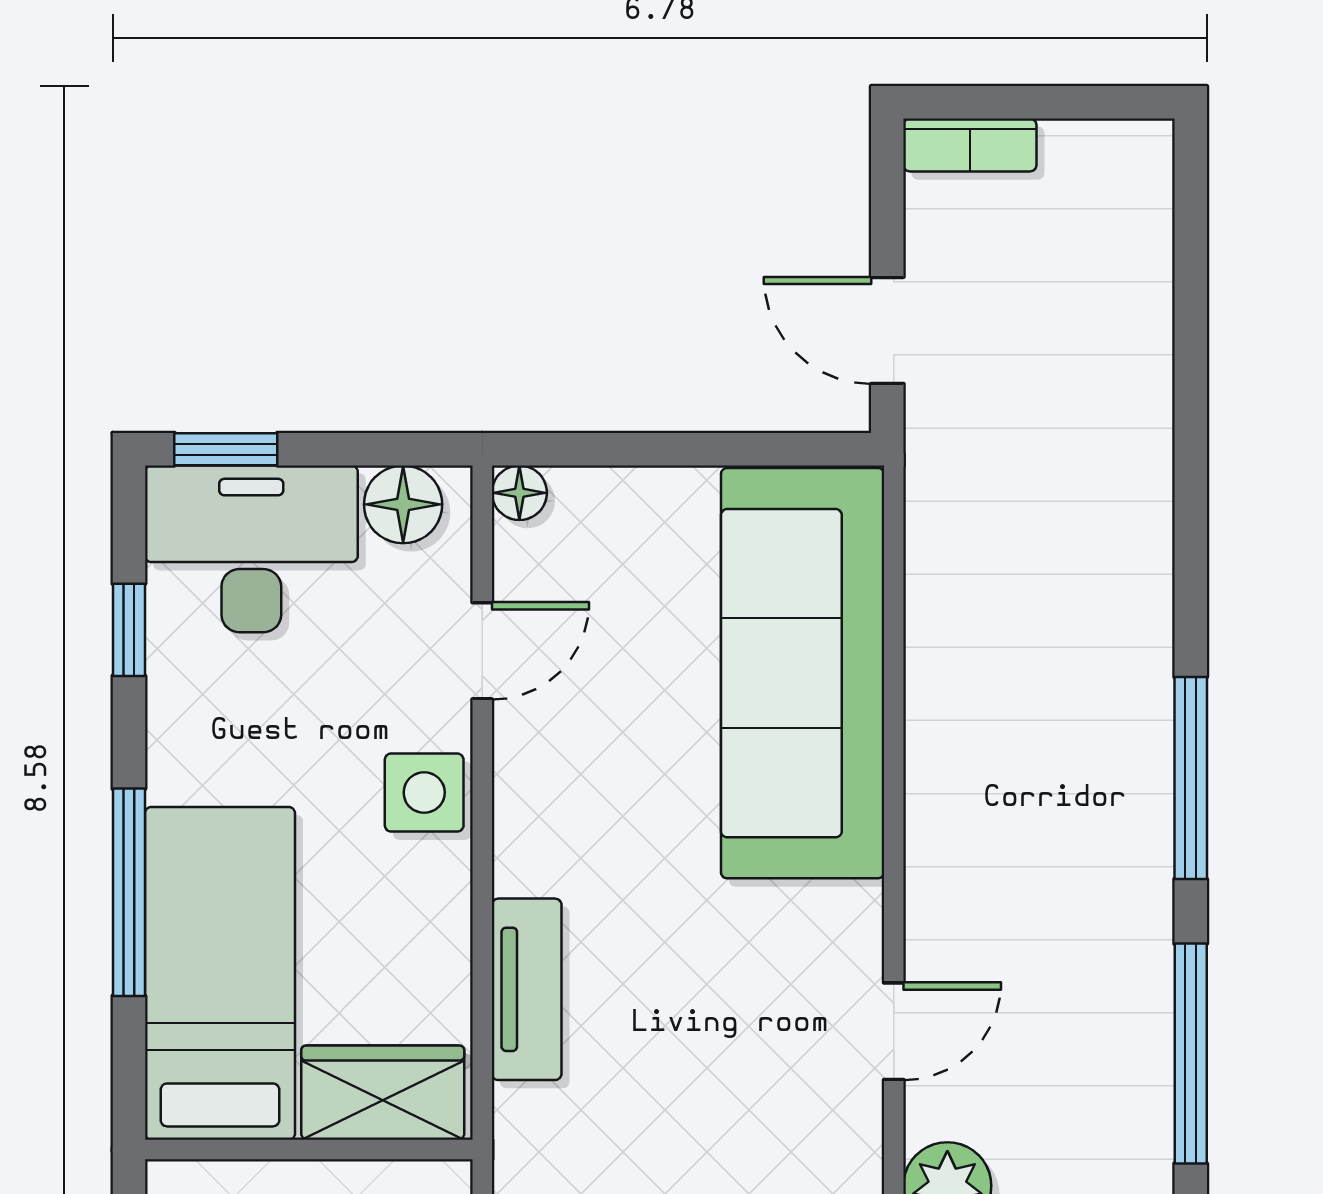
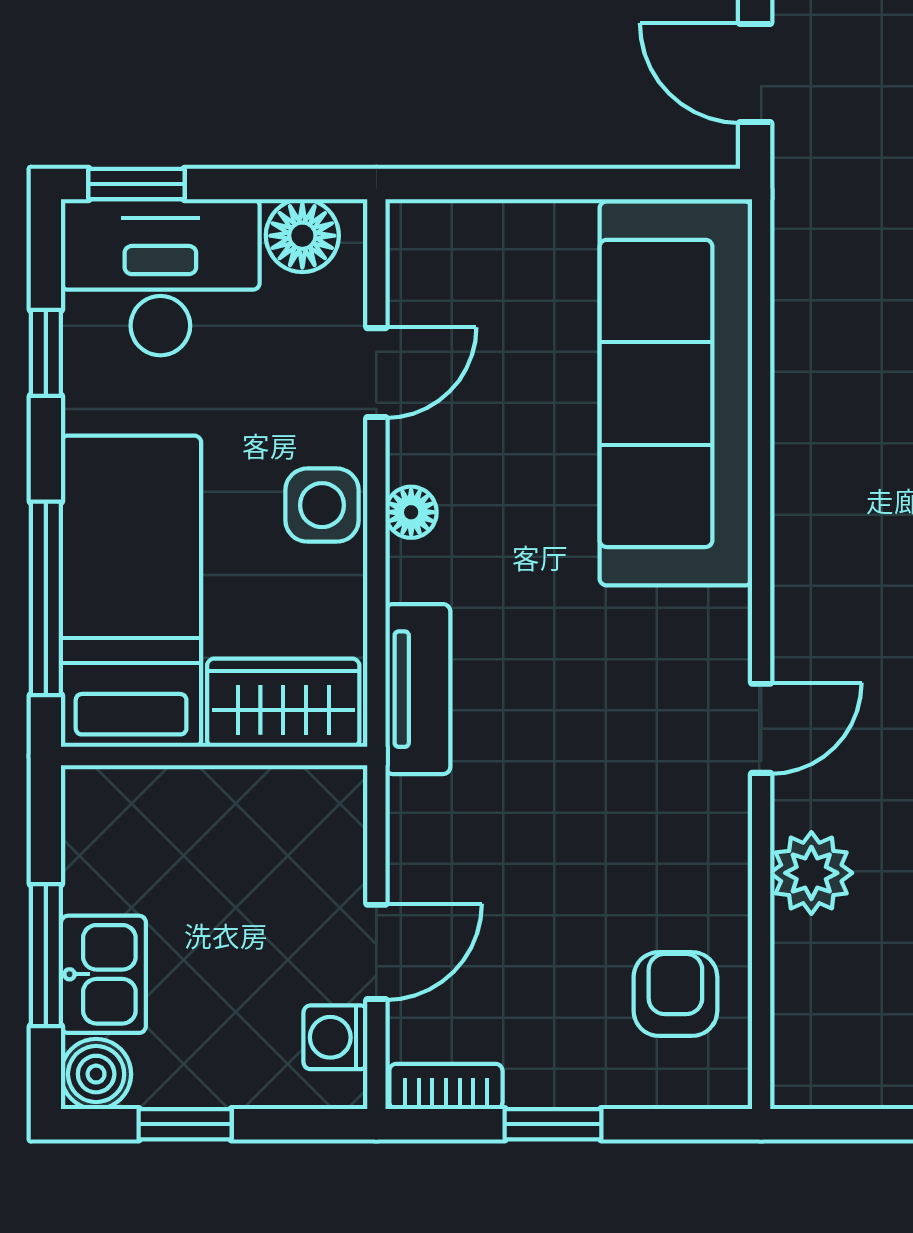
floor lamp: (519, 493) -> (411, 512), moved
bed: (220, 973) -> (131, 591), moved
wardrobe: (383, 1093) -> (283, 703), moved
wall: (309, 1150) -> (214, 756), moved

